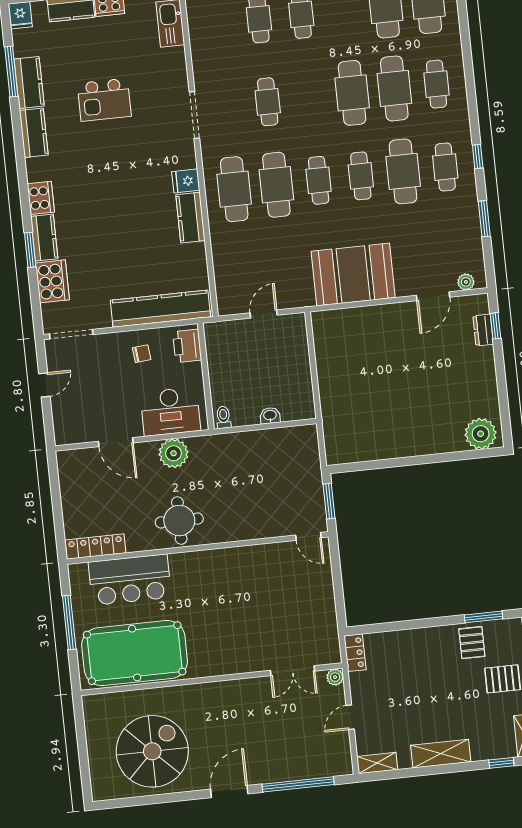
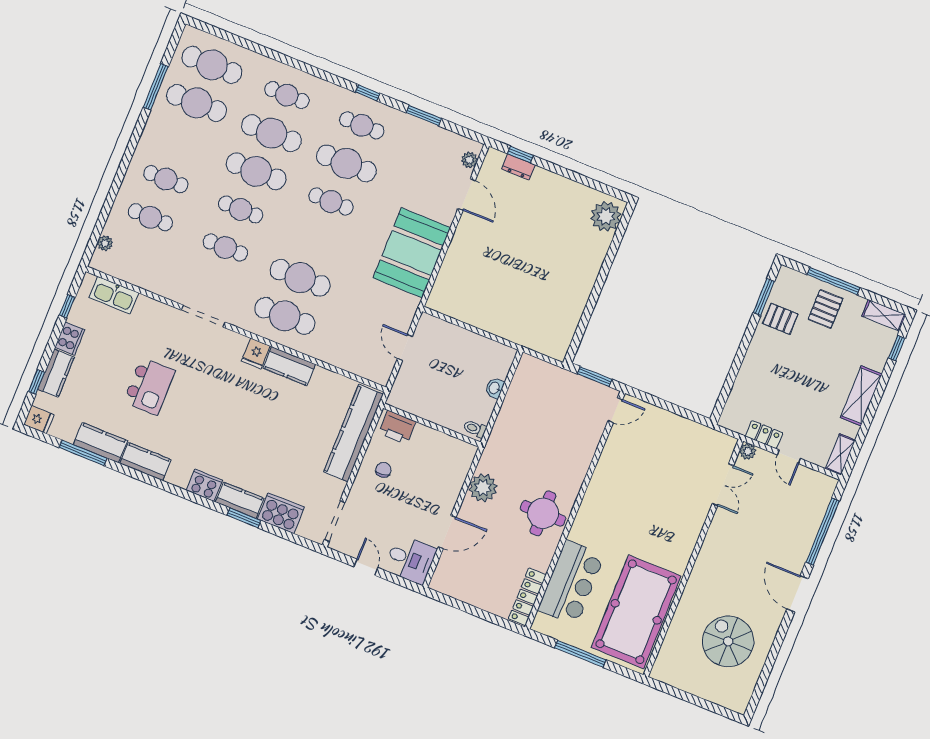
cafe table: (319, 180) -> (241, 209), moved
desk: (170, 412) -> (410, 559), moved, width x0.73
locker: (355, 653) -> (764, 435), moved
spiral stairs: (152, 751) -> (728, 641), width x0.73, depth x0.73

